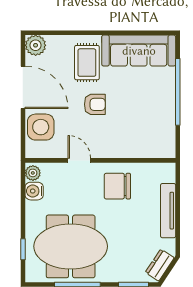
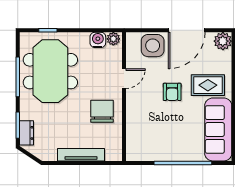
dresser: (160, 265) -> (26, 133), moved, turned 56

